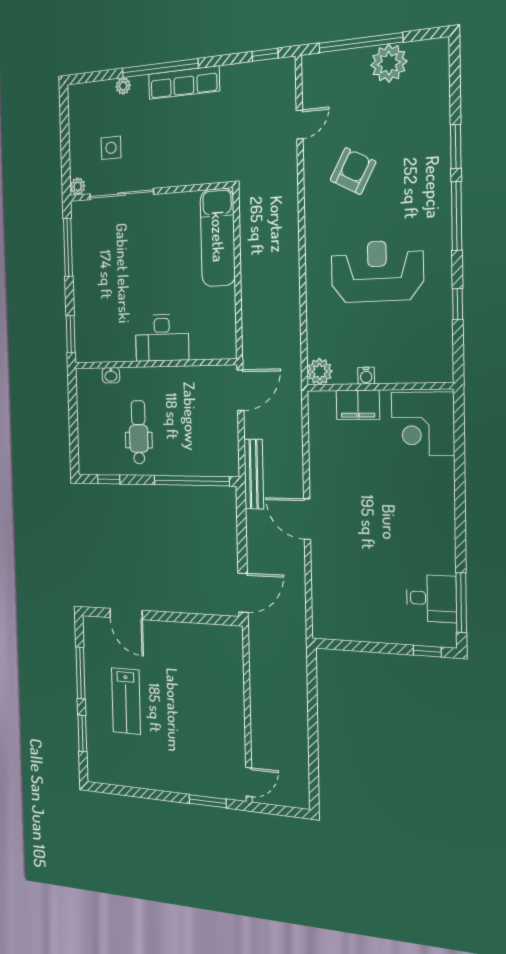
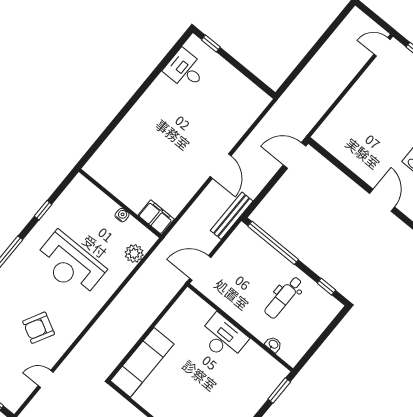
plant: (320, 372) -> (134, 253), moved
filing cabinet: (358, 405) -> (156, 217), moved
corner desk: (423, 424) -> (113, 164), removed
window: (461, 603) -> (170, 55), removed

